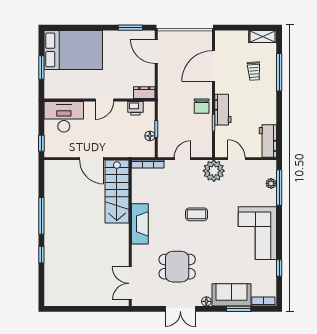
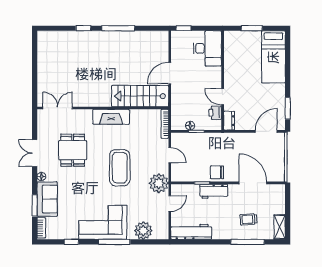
bed: (73, 50) -> (273, 57), width x0.67
door: (104, 100) -> (223, 97), moved
workbench: (268, 141) -> (191, 232), width x1.38
plant: (271, 183) -> (143, 231), width x1.87, depth x1.87
window: (279, 187) -> (114, 242), moved
coffee table: (197, 214) -> (120, 168), width x1.86, depth x1.72

